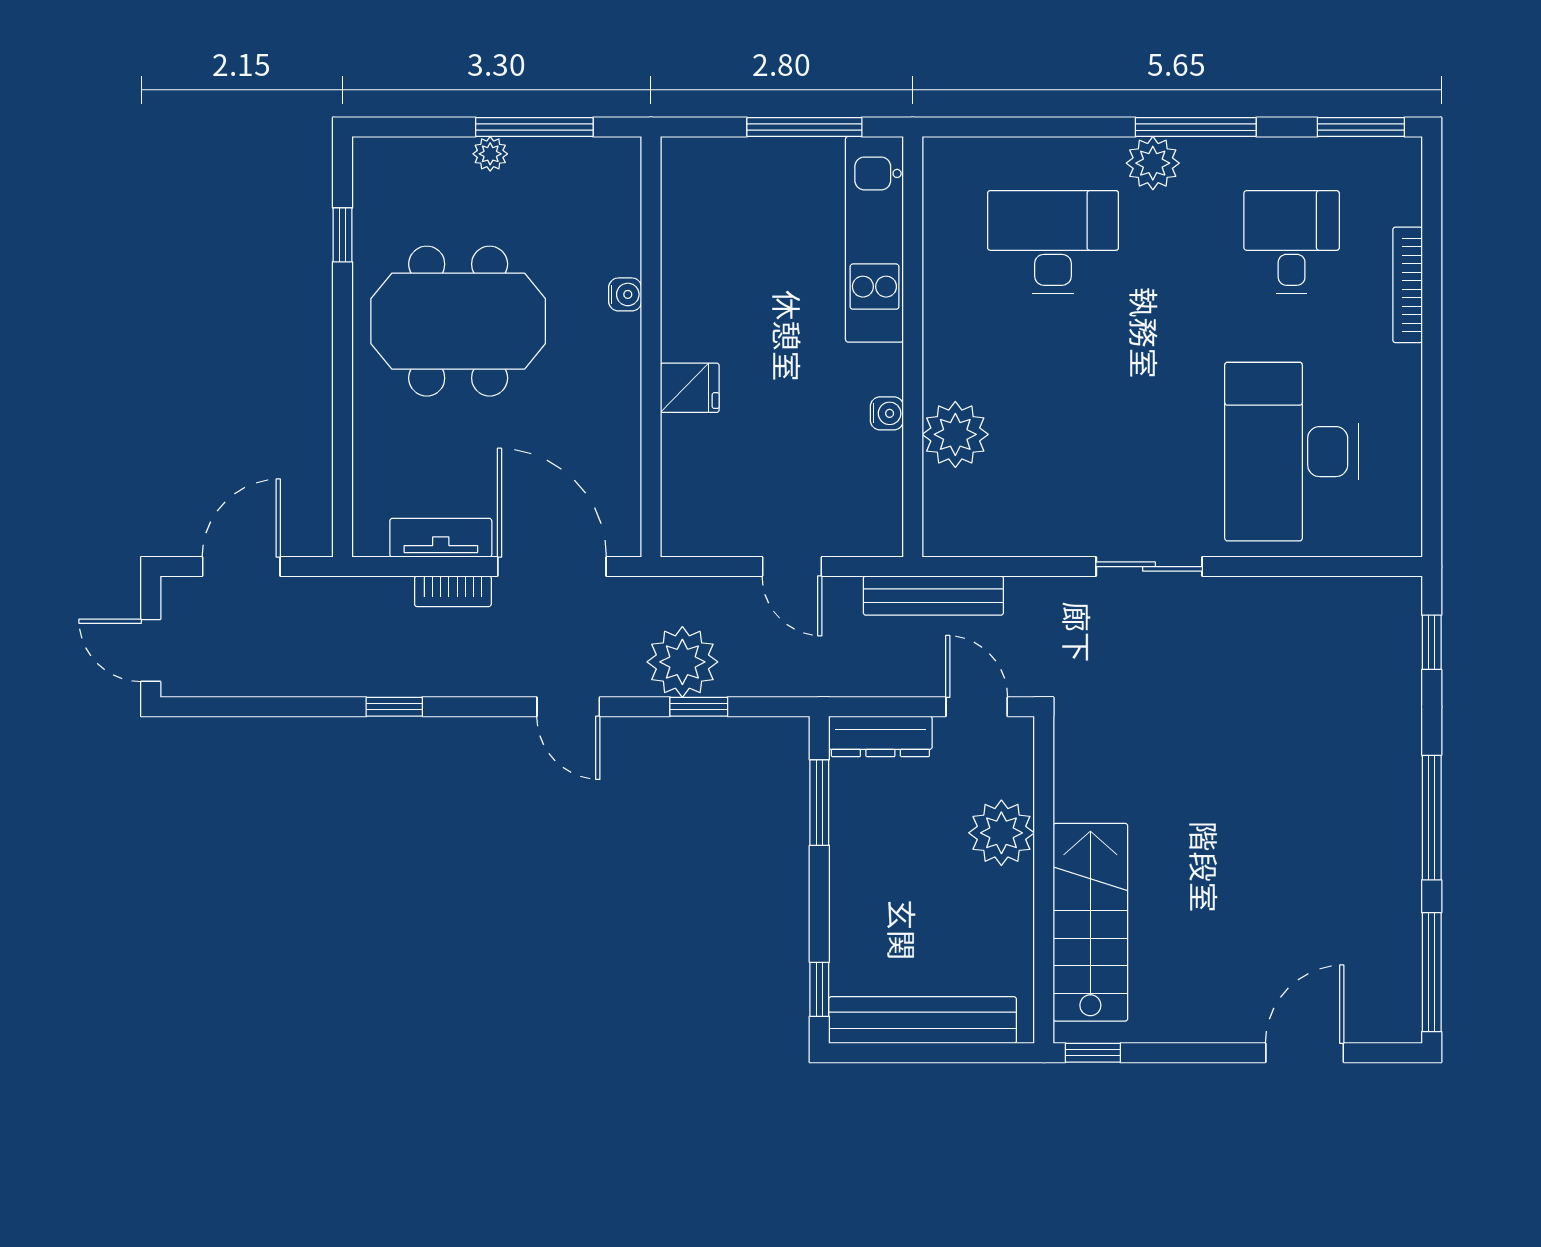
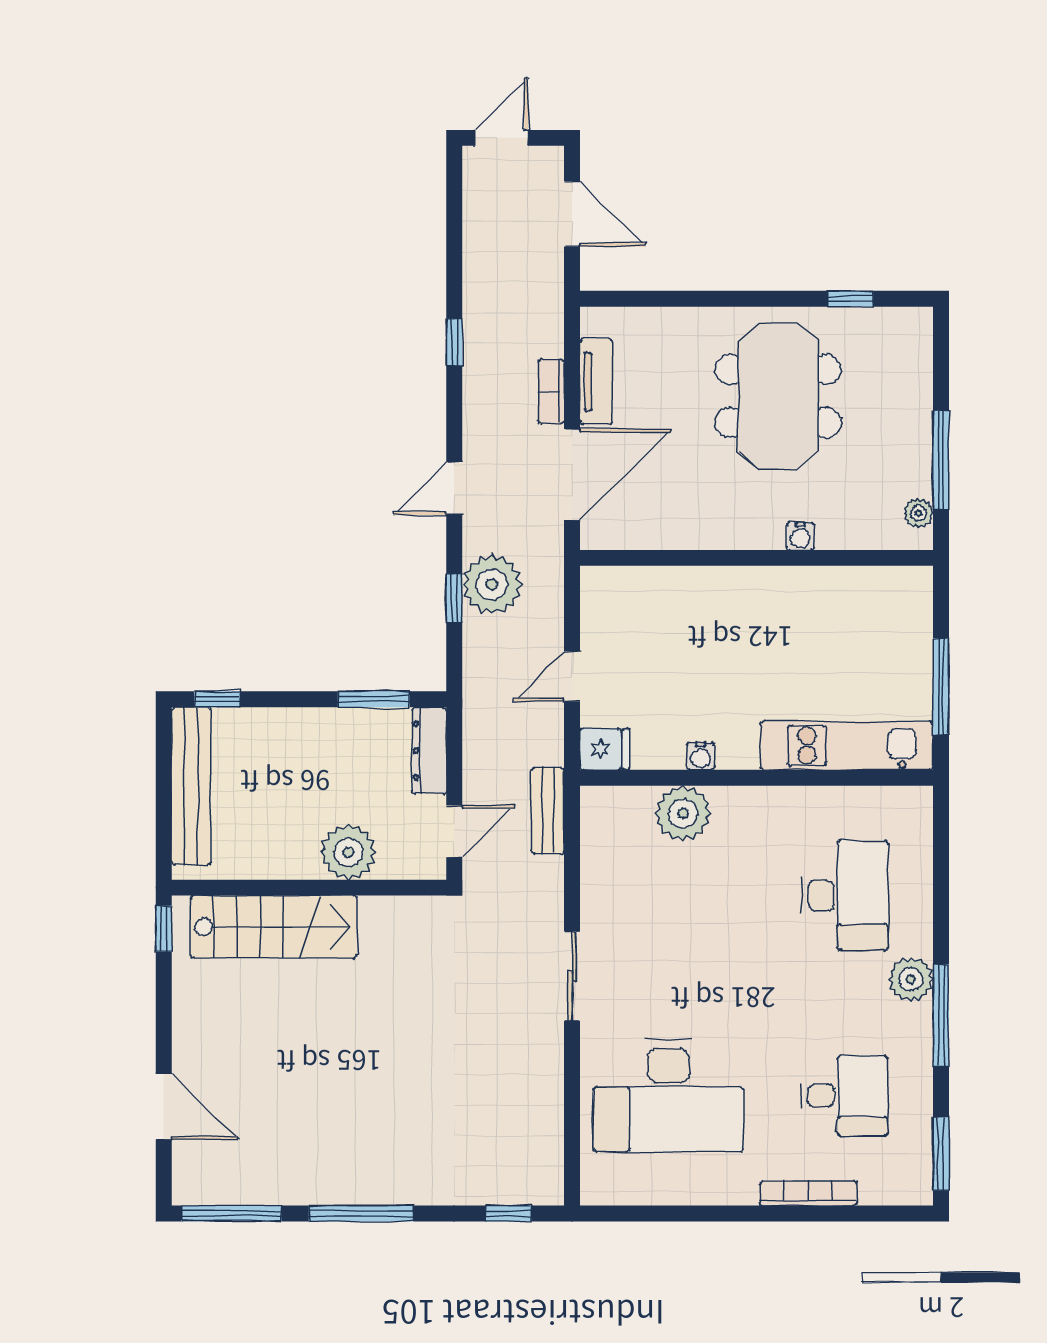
plant: (490, 154) -> (918, 513), moved
fridge: (690, 388) -> (605, 749), moved, turned -90
desk: (1292, 452) -> (668, 1096), turned 180
bench: (933, 596) -> (548, 811), width x0.73

